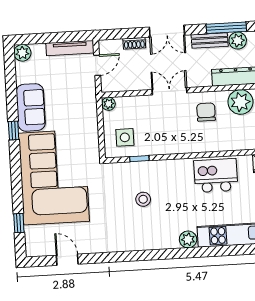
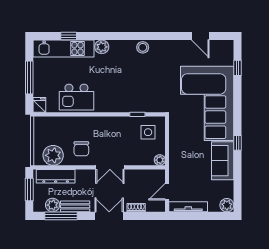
stool: (143, 199) -> (143, 47), moved
window: (230, 250) -> (69, 36), added

